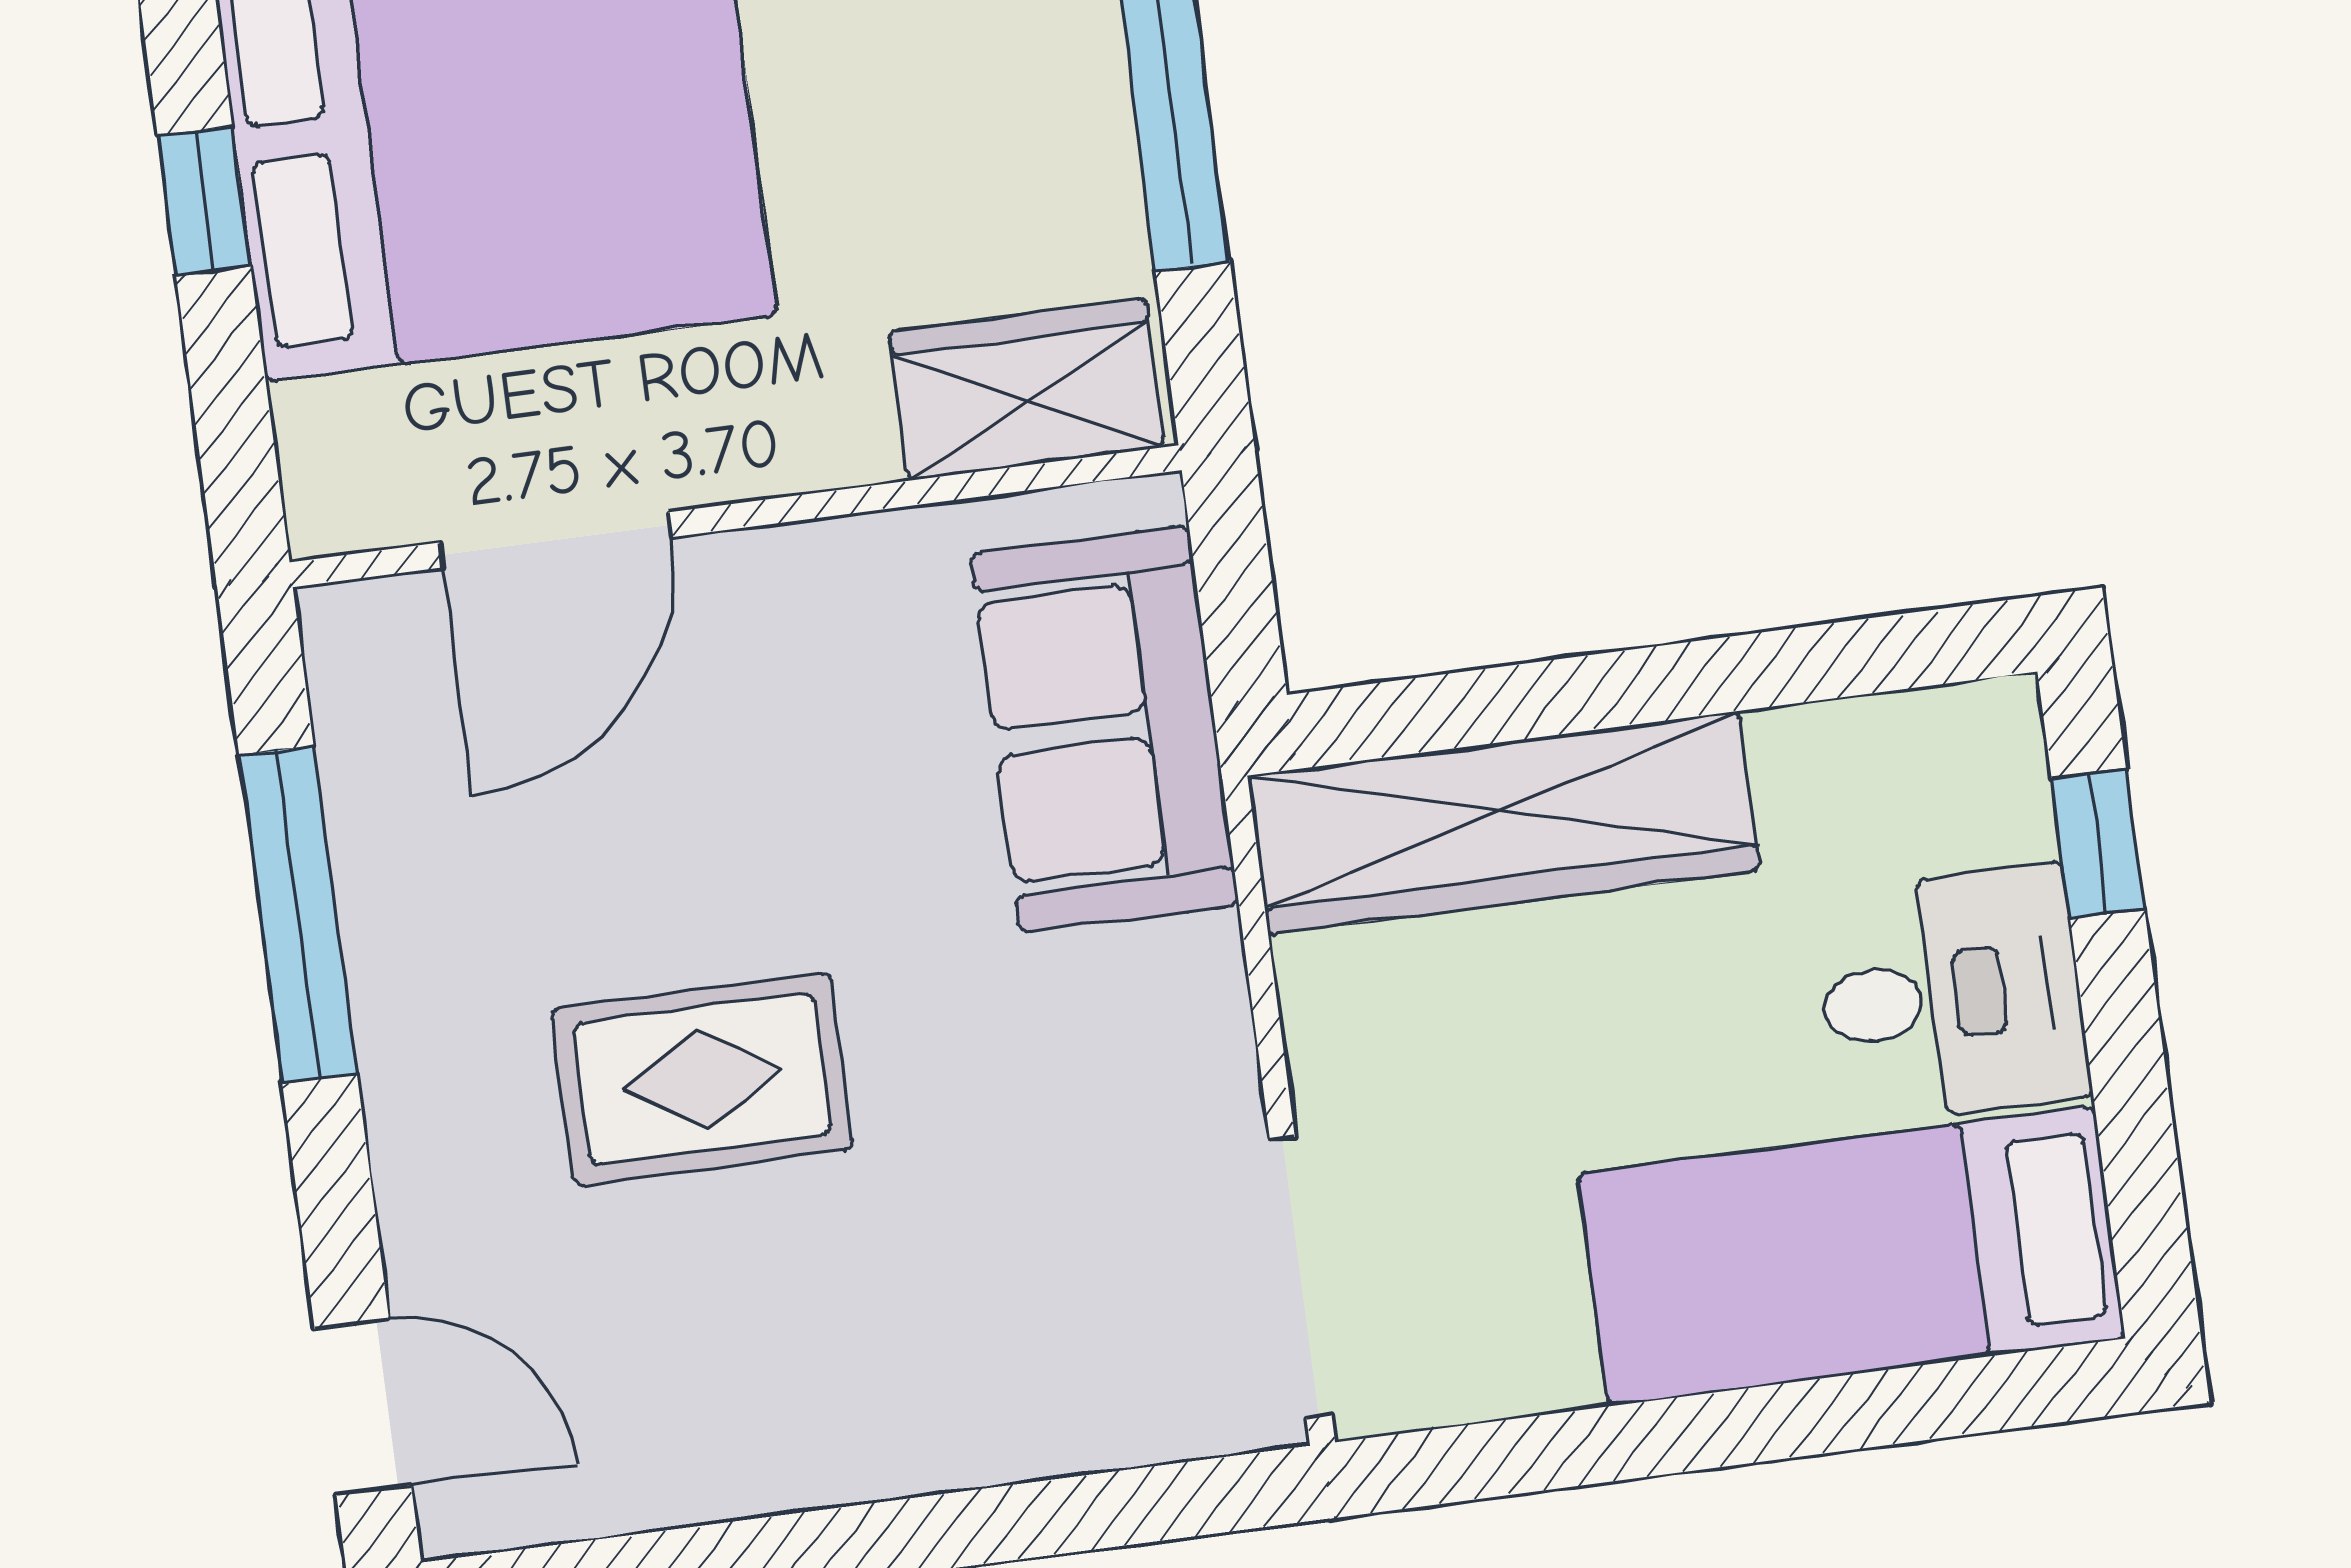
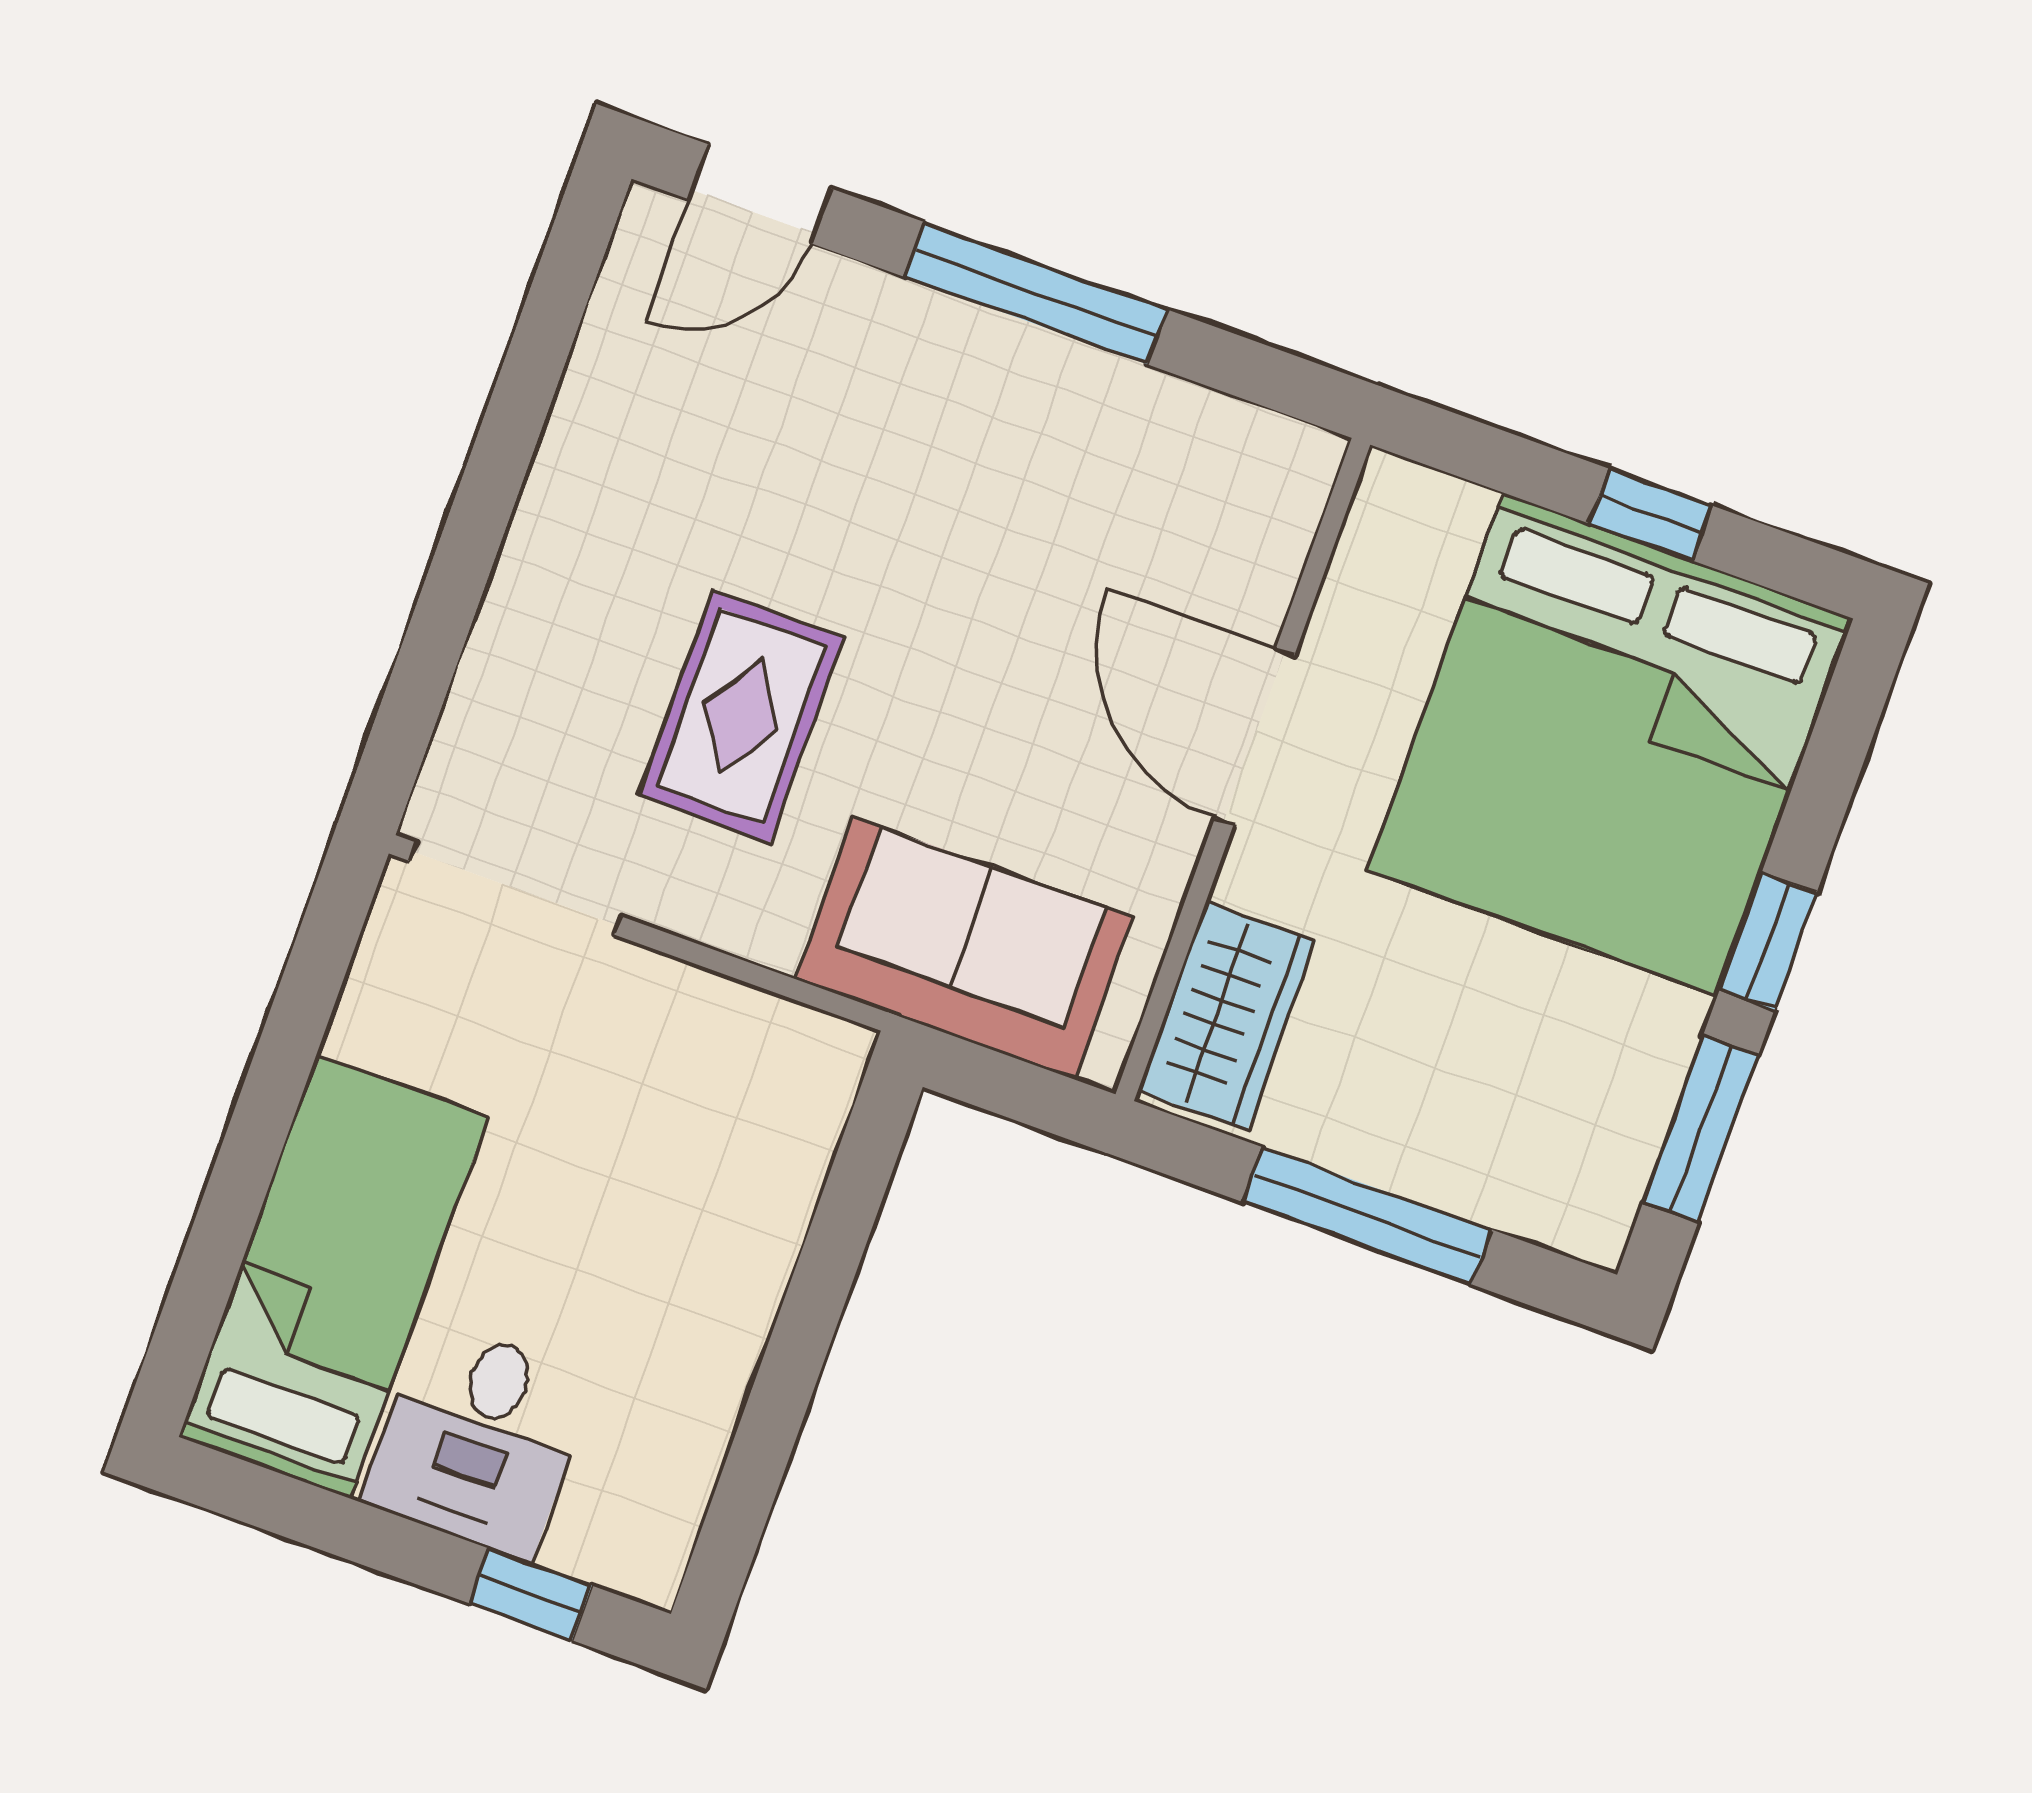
door: (555, 540) -> (1255, 737), moved
wardrobe: (1504, 823) -> (757, 1191), removed
window: (298, 914) -> (1036, 293), moved
rug: (702, 1079) -> (741, 716), moved

